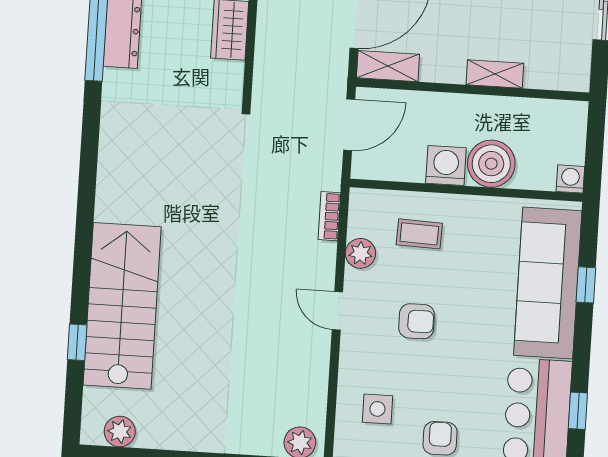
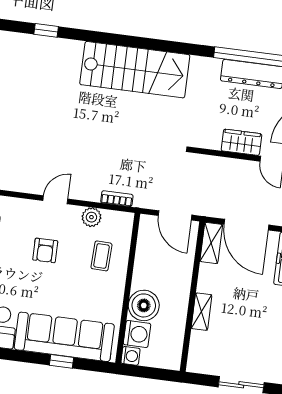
washing machine: (446, 165) -> (137, 334), moved
stairs: (122, 306) -> (135, 70), moved

